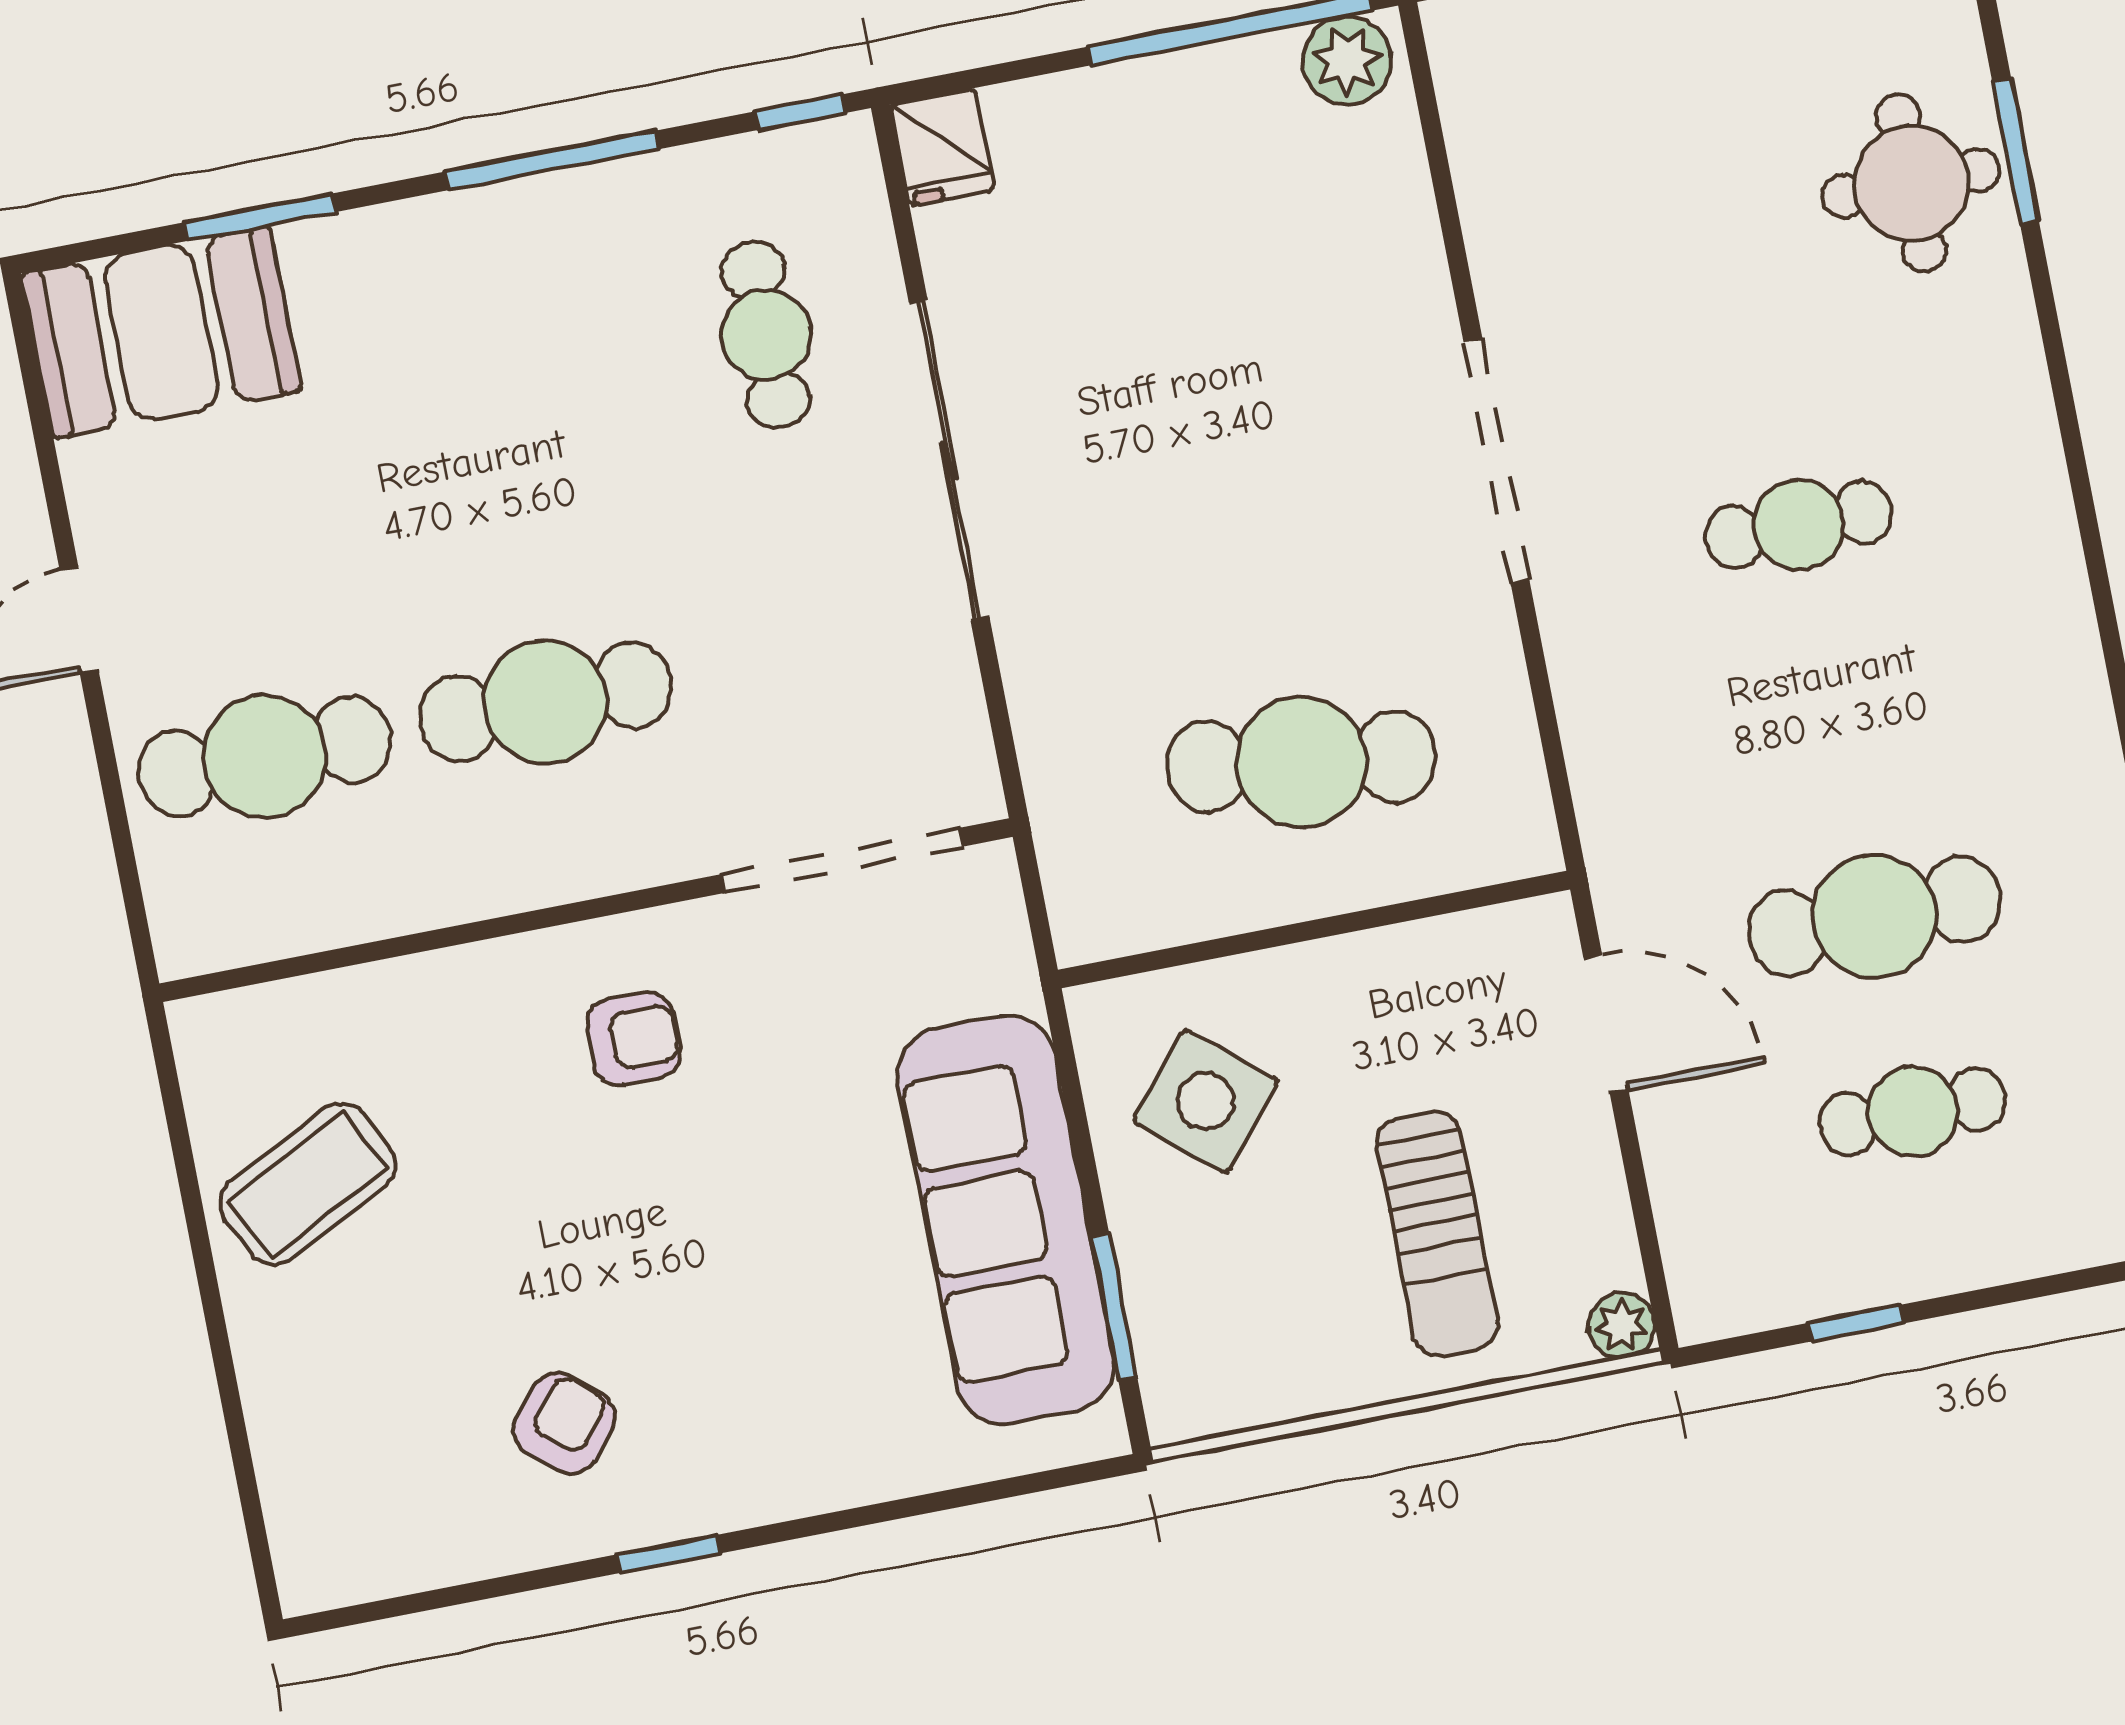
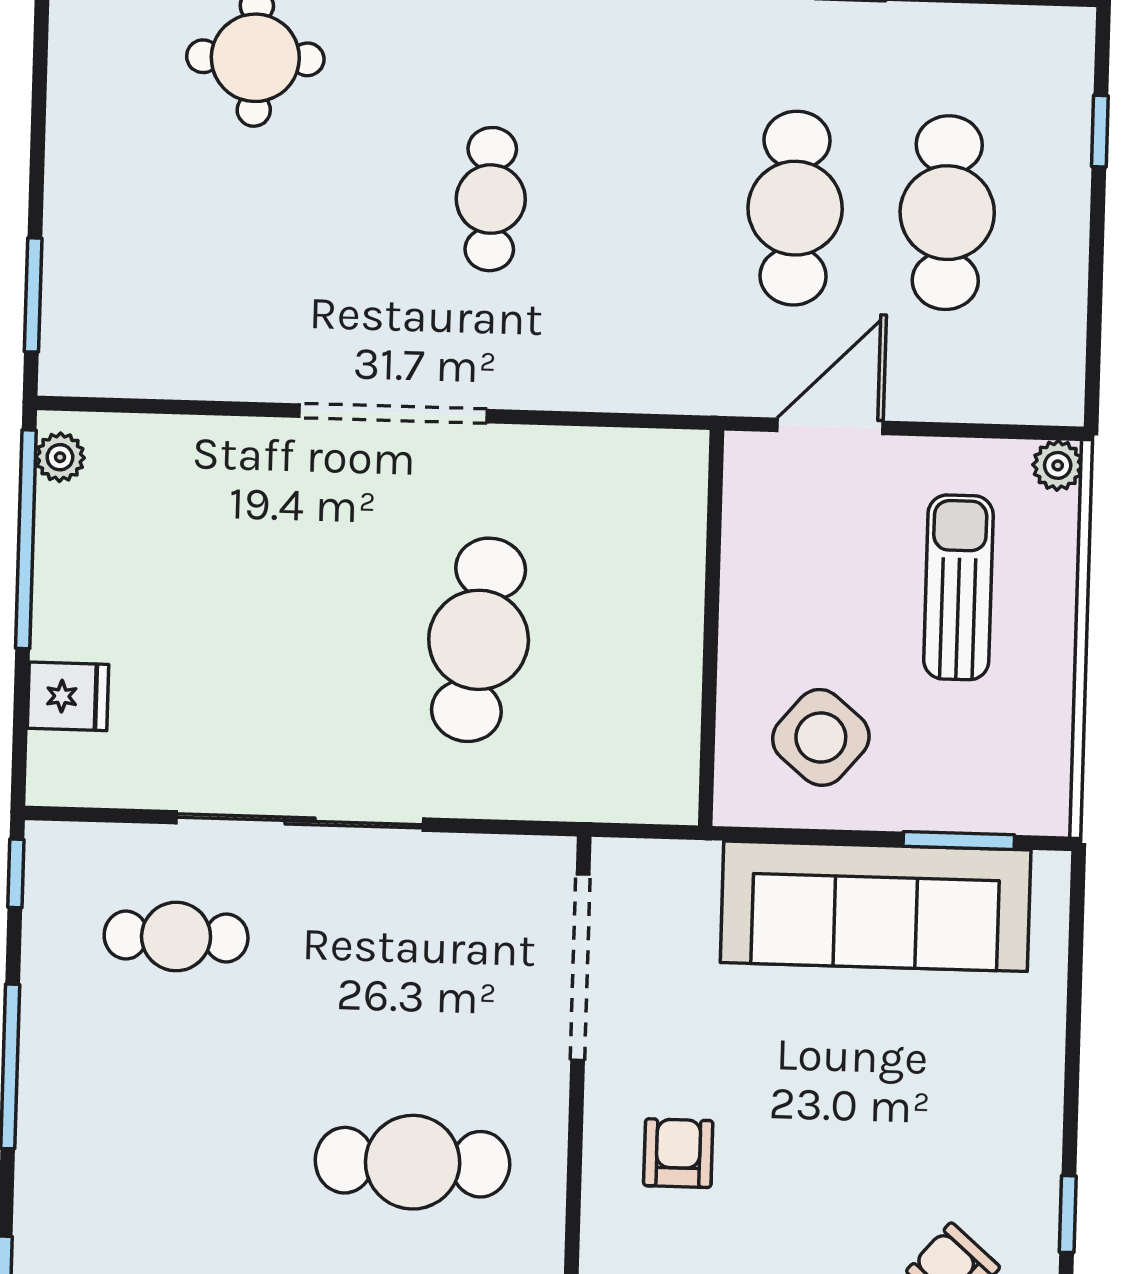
plant: (1347, 60) -> (60, 457), width x0.73, depth x0.73
fridge: (942, 147) -> (68, 696), moved
cafe table: (546, 702) -> (413, 1162), turned 90
cafe table: (1301, 762) -> (479, 640), moved
cafe table: (1913, 1112) -> (947, 213), width x1.37, depth x1.35
sun lounger: (1437, 1234) -> (958, 587), turned -90
window: (1856, 1323) -> (1100, 131), moved

